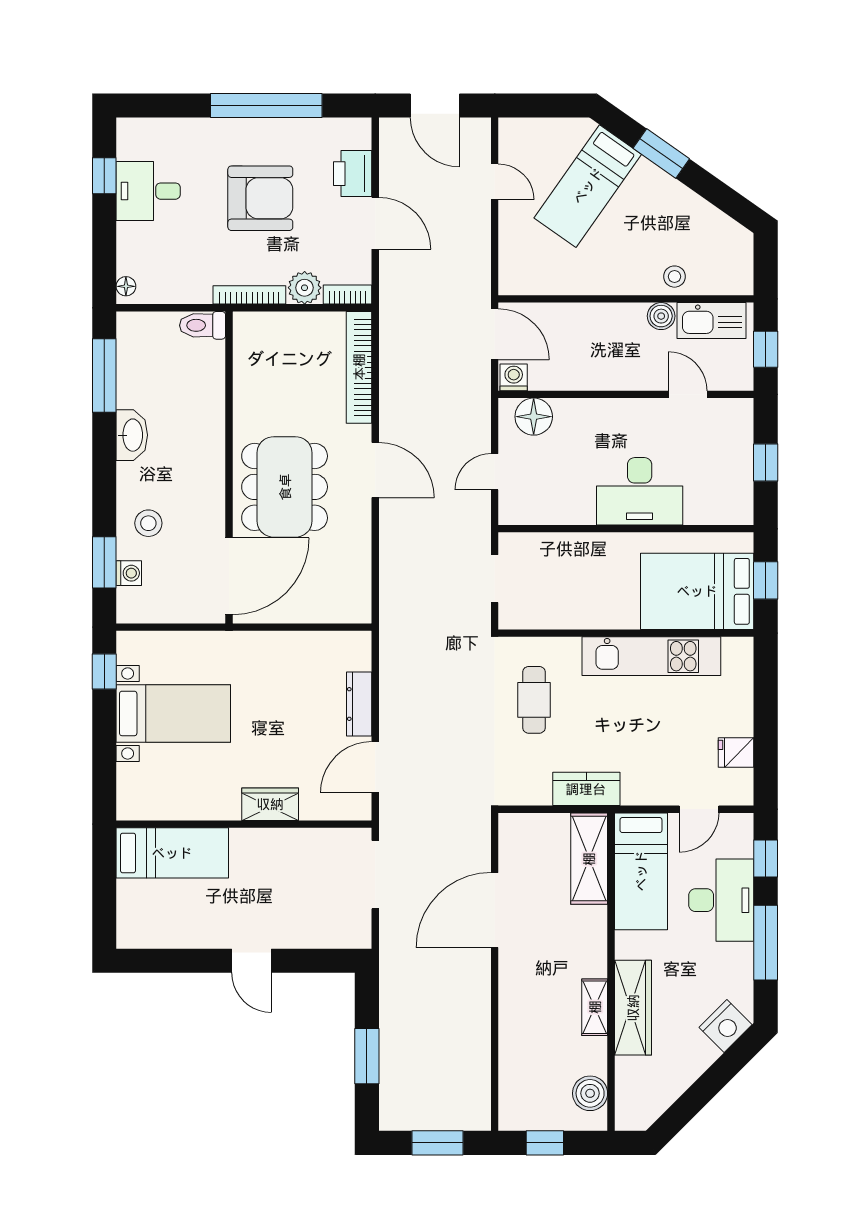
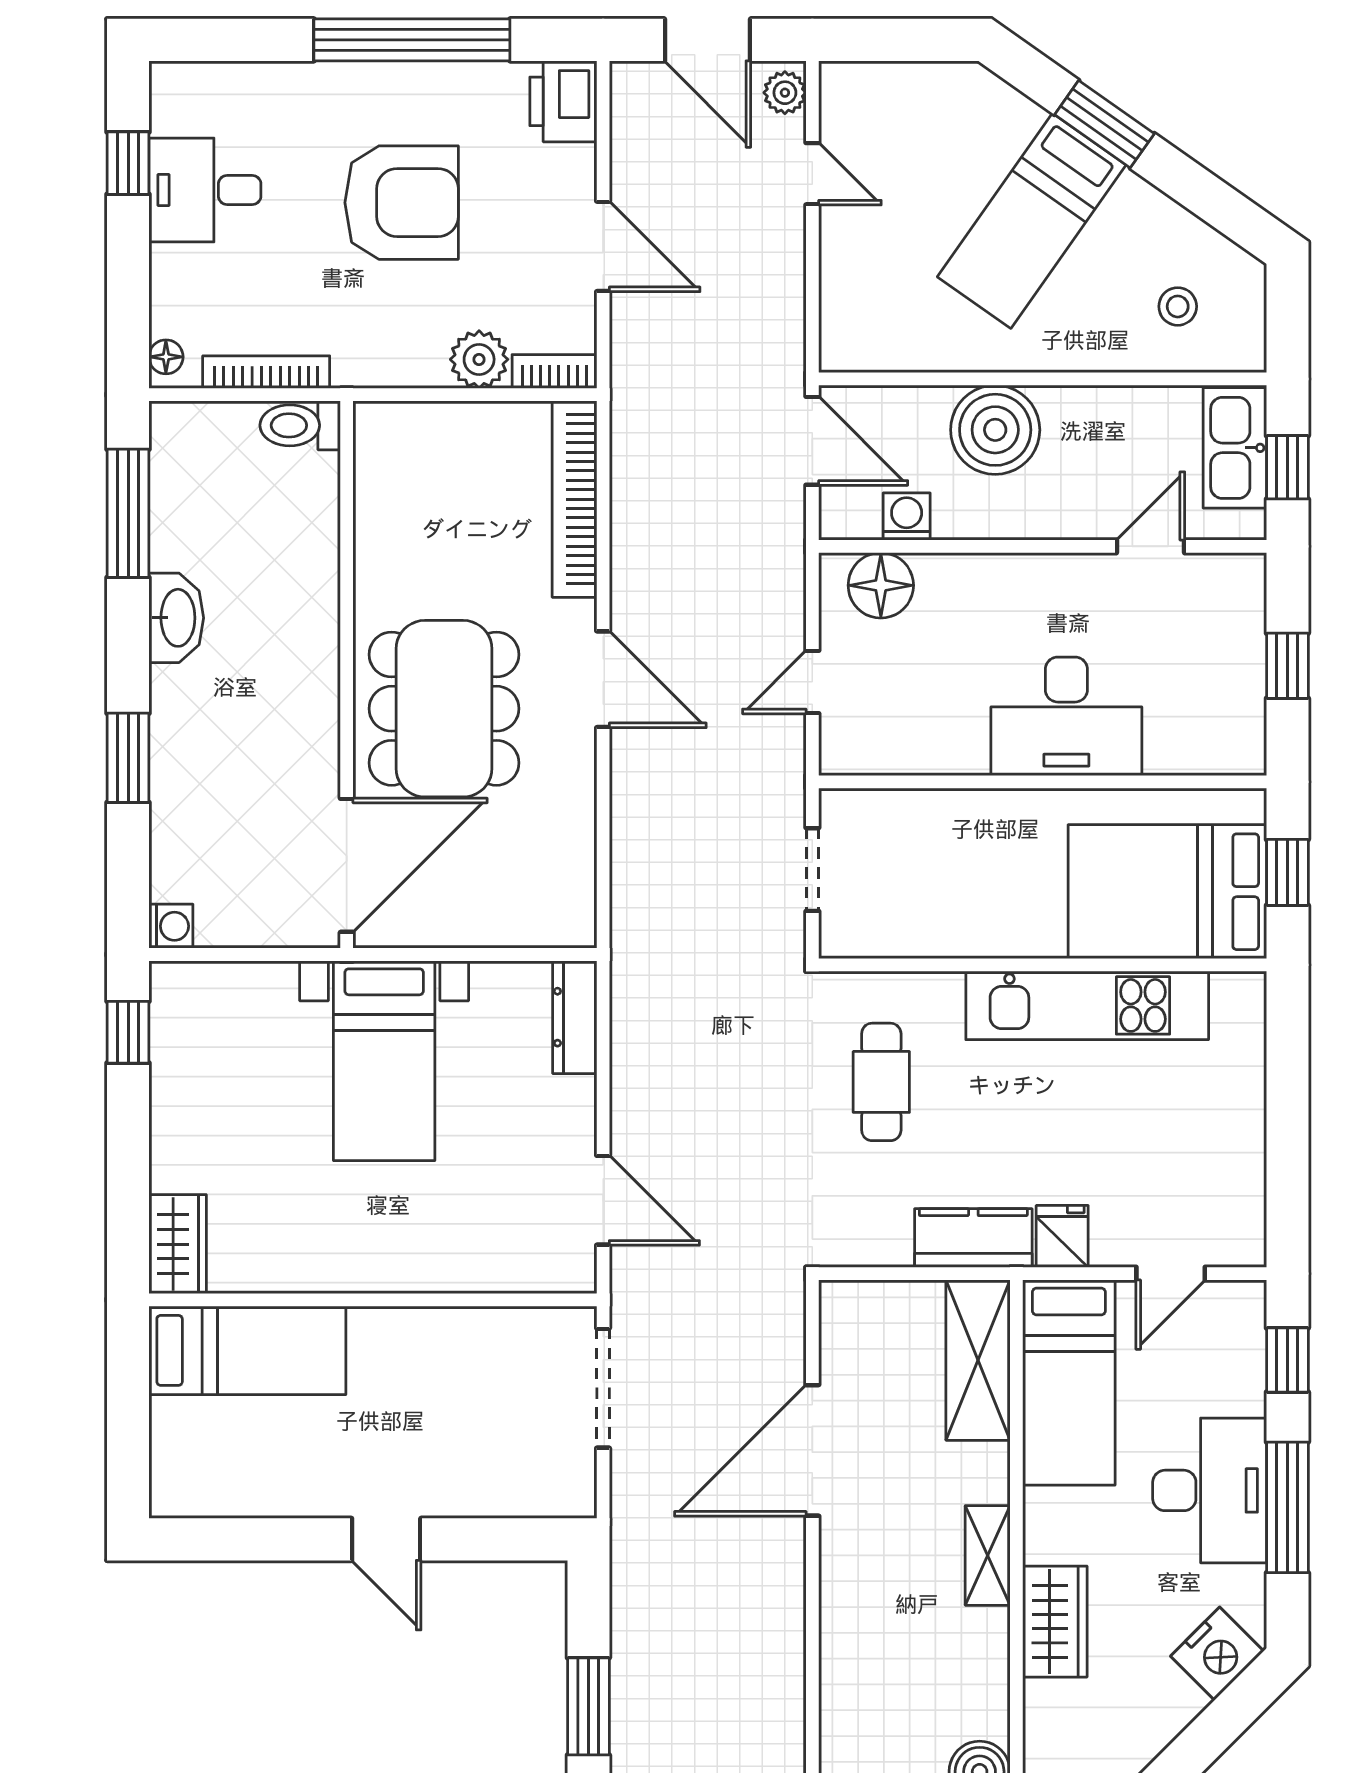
plant: (479, 136) -> (785, 93), added
printer: (353, 174) -> (563, 101), moved
bed: (588, 186) -> (1032, 221), moved
stool: (675, 277) -> (1178, 306), moved
bookcase: (249, 295) -> (266, 372), moved
boiler: (661, 316) -> (995, 430), moved, width x1.86, depth x1.86
kitchen sink: (711, 321) -> (1235, 448), moved, turned 90
washing machine: (514, 377) -> (907, 517), moved
door: (688, 394) -> (1151, 546), hinge flipped
stool: (148, 523) -> (205, 772), removed
window: (104, 562) -> (128, 758), moved
washing machine: (129, 573) -> (171, 926), moved
dresser: (359, 704) -> (575, 1017), moved
bed with nightstands: (173, 713) -> (384, 1061), moved, turned 90
fridge: (736, 752) -> (1062, 1236), moved, turned 90
door: (375, 767) -> (603, 1200), swing flipped
wardrobe: (270, 804) -> (178, 1244), moved, turned 90
desk: (721, 900) -> (1210, 1490), moved
shelving: (595, 1007) -> (988, 1555), moved
wardrobe: (633, 1008) -> (1055, 1622), width x0.67

